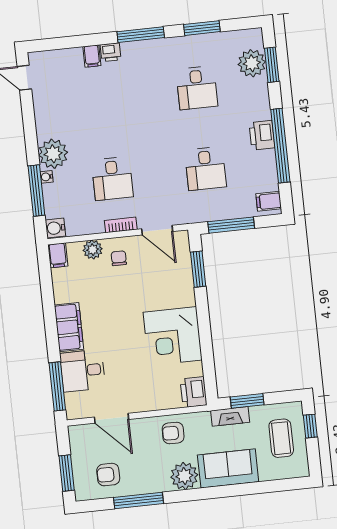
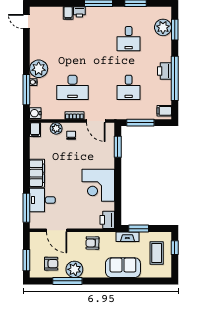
desk: (112, 179) -> (72, 87), width x1.37
armchair: (108, 475) -> (51, 264), turned 180
plant: (184, 476) -> (74, 269), moved

